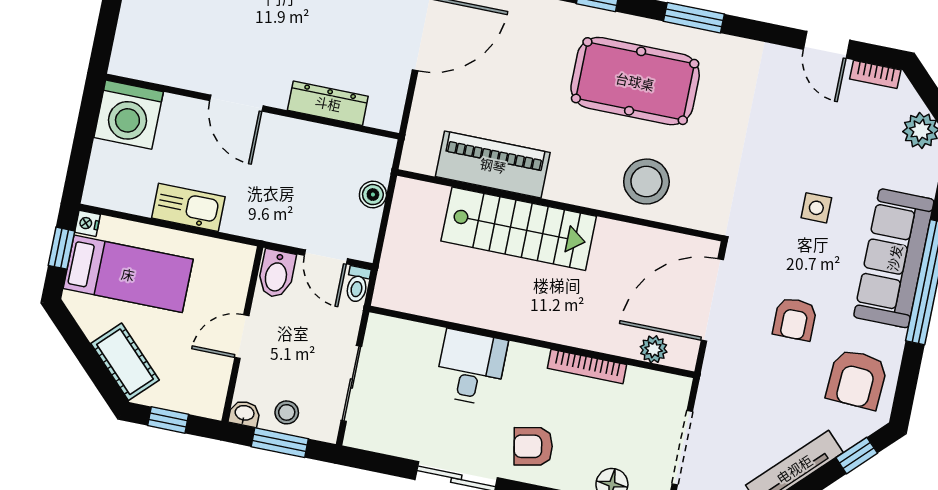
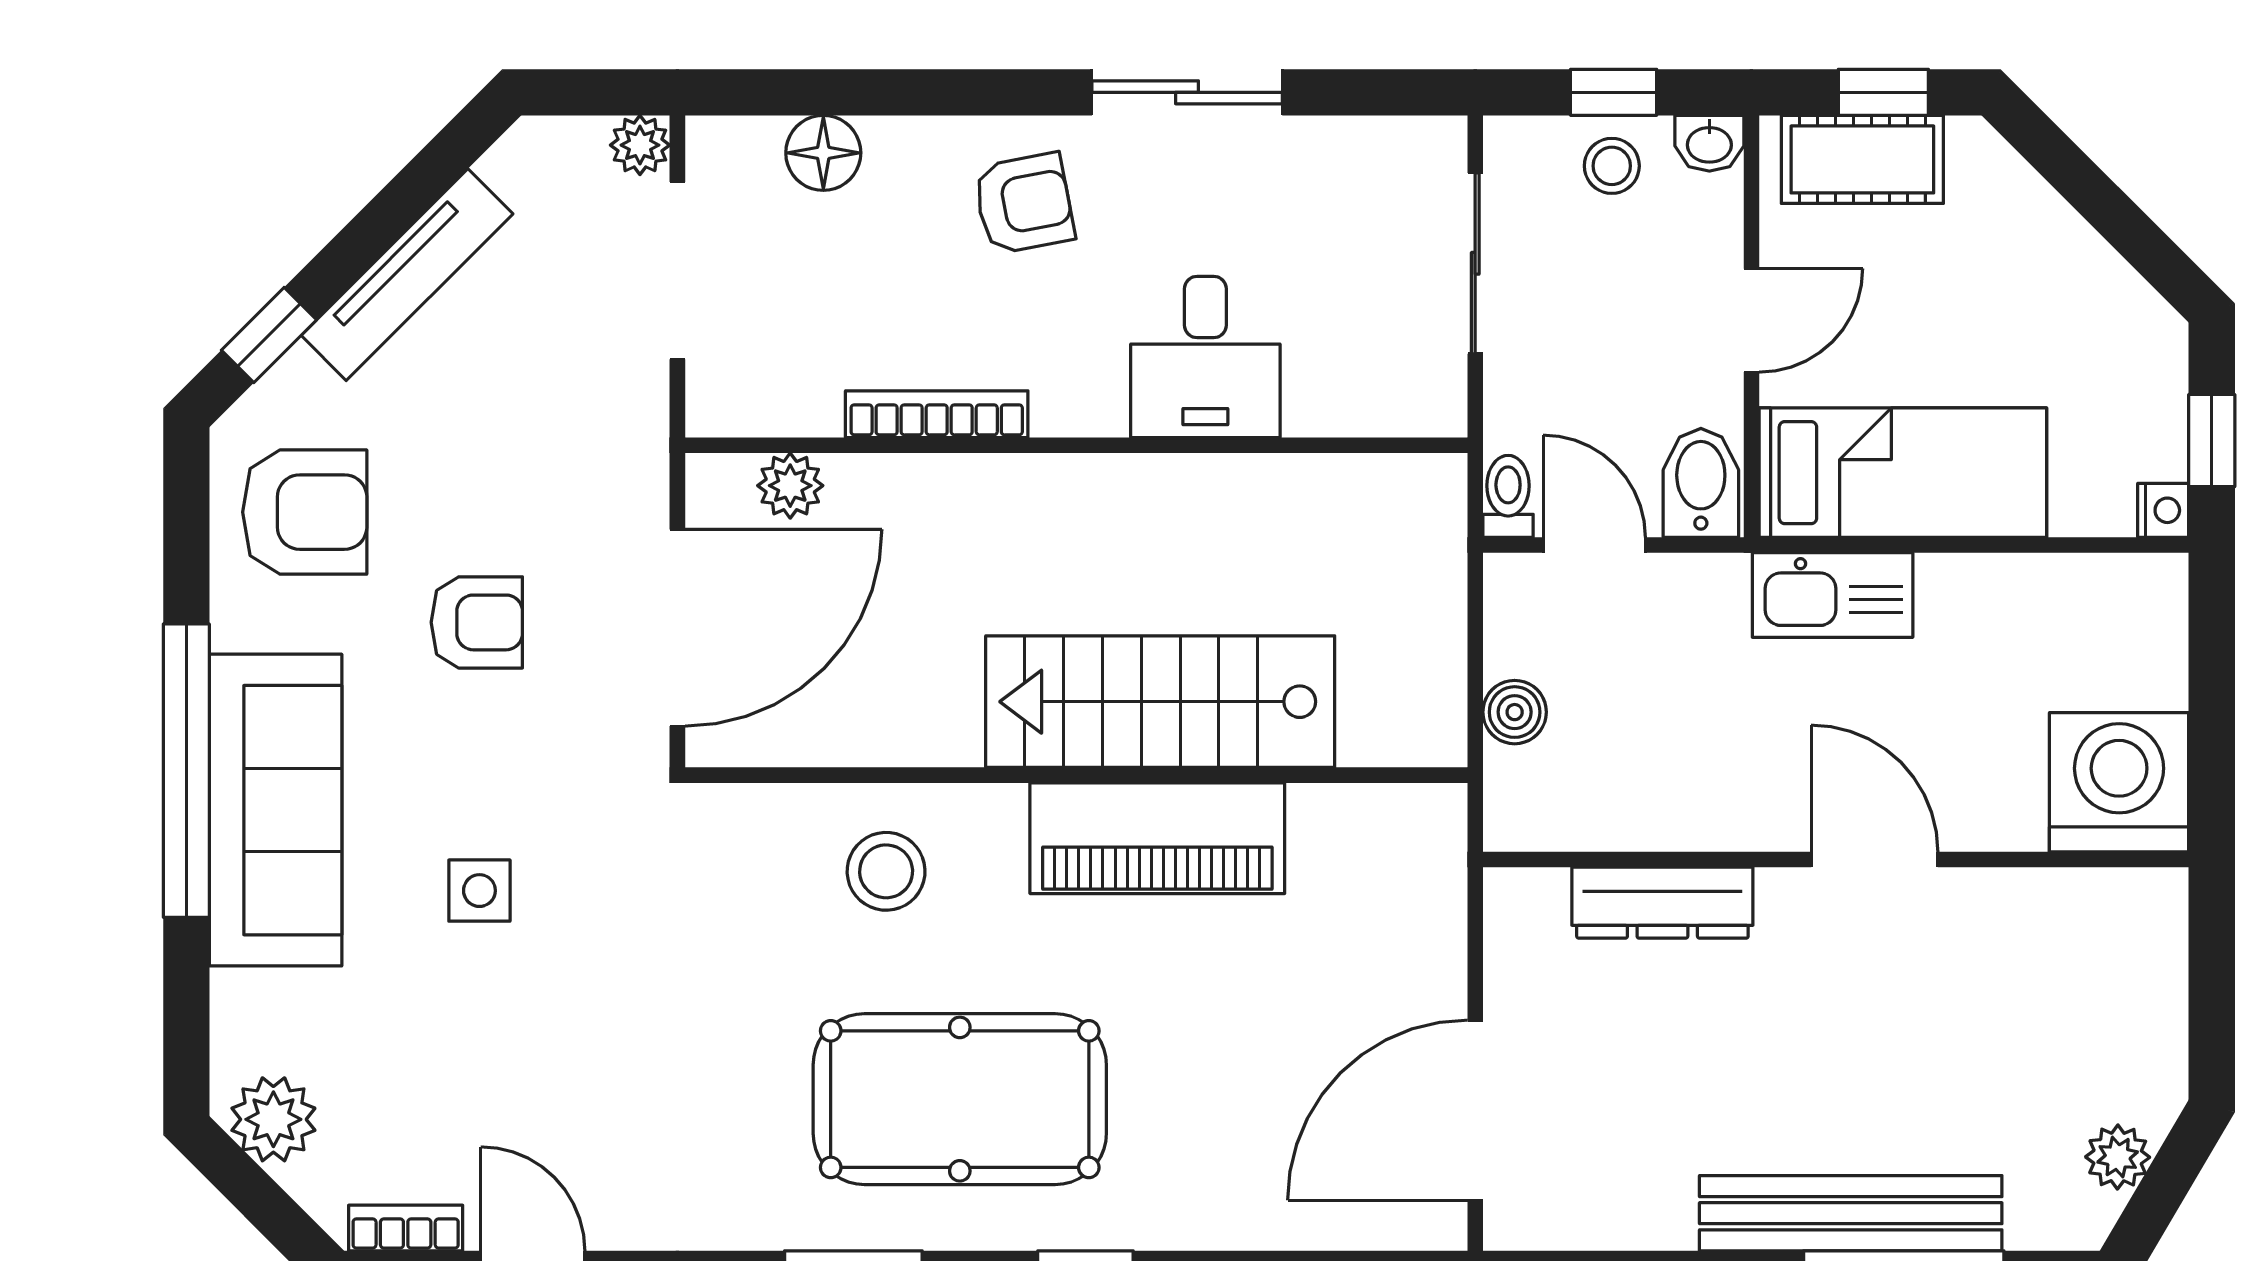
piano: (493, 165) -> (1157, 838), moved
stool: (646, 182) -> (886, 871), width x0.73, depth x0.73
kitchen sink: (188, 207) -> (1833, 595), moved
bed: (128, 274) -> (1903, 473), moved, turned 180
armchair: (795, 319) -> (477, 622), turned 90
cot: (125, 362) -> (1862, 159), moved, turned -45
armchair: (857, 379) -> (305, 512), turned 87
window: (280, 443) -> (1614, 92), width x0.67

